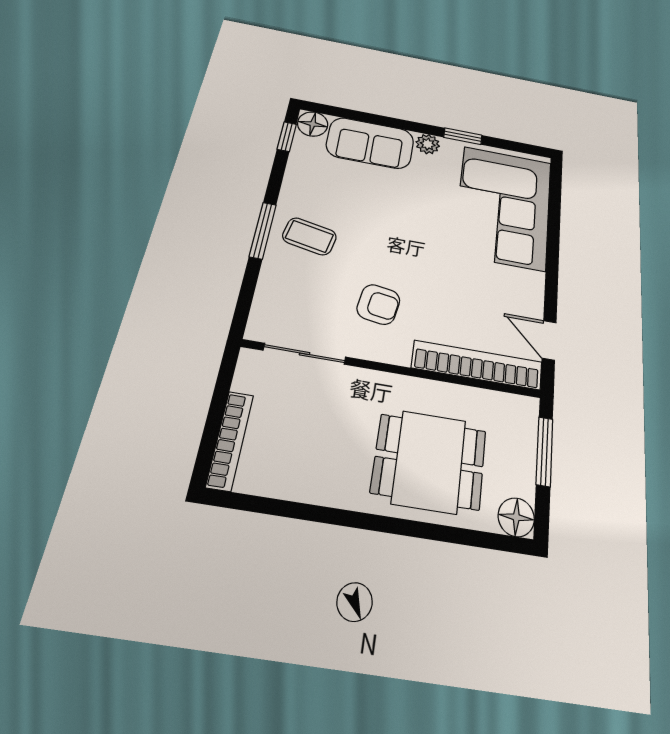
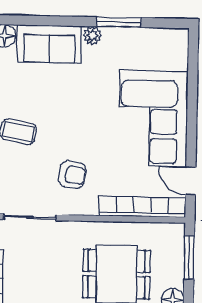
window: (463, 136) -> (119, 22), width x1.50
corner sofa: (504, 207) -> (153, 118), moved

